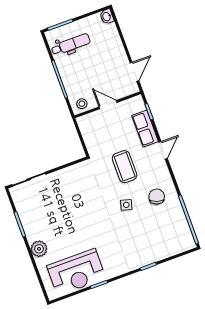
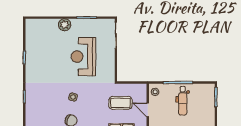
dental chair: (71, 44) -> (183, 101), moved
door: (108, 105) -> (148, 110), swing flipped
coffee table: (125, 167) -> (120, 103), moved
reception desk: (76, 272) -> (83, 57), moved

